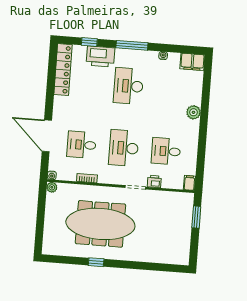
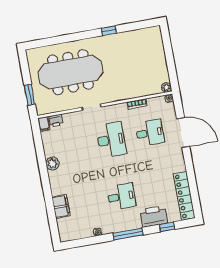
filing cabinet: (192, 62) -> (61, 206), moved, turned 90
desk: (128, 86) -> (121, 197), width x0.73
plant: (194, 112) -> (52, 164), moved
desk: (166, 151) -> (72, 147), removed
printer: (154, 181) -> (56, 121), moved
meeting table: (100, 224) -> (71, 72), moved

